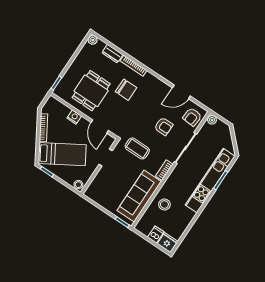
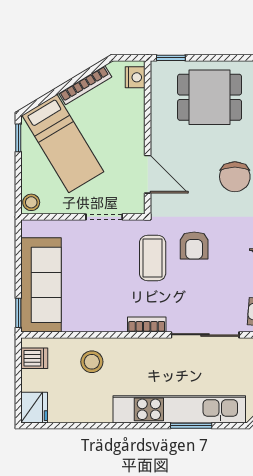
dining table: (91, 91) -> (210, 97), moved
nightstand: (74, 117) -> (135, 77), moved
door: (100, 126) -> (148, 174), swing flipped
armchair: (163, 126) -> (194, 245), moved
sofa: (139, 196) -> (41, 285), moved, turned 90
dishwasher: (156, 234) -> (34, 358), moved

